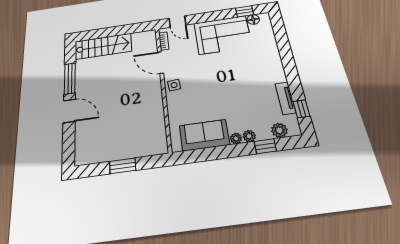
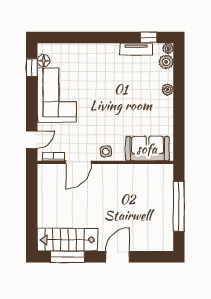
stairs: (103, 46) -> (67, 240), moved, turned -90
window: (70, 78) -> (67, 257), moved
sofa: (204, 135) -> (147, 149), moved, turned 90
plant: (236, 138) -> (168, 48), moved
window: (265, 146) -> (179, 77), removed
window: (123, 166) -> (179, 206), width x2.11

